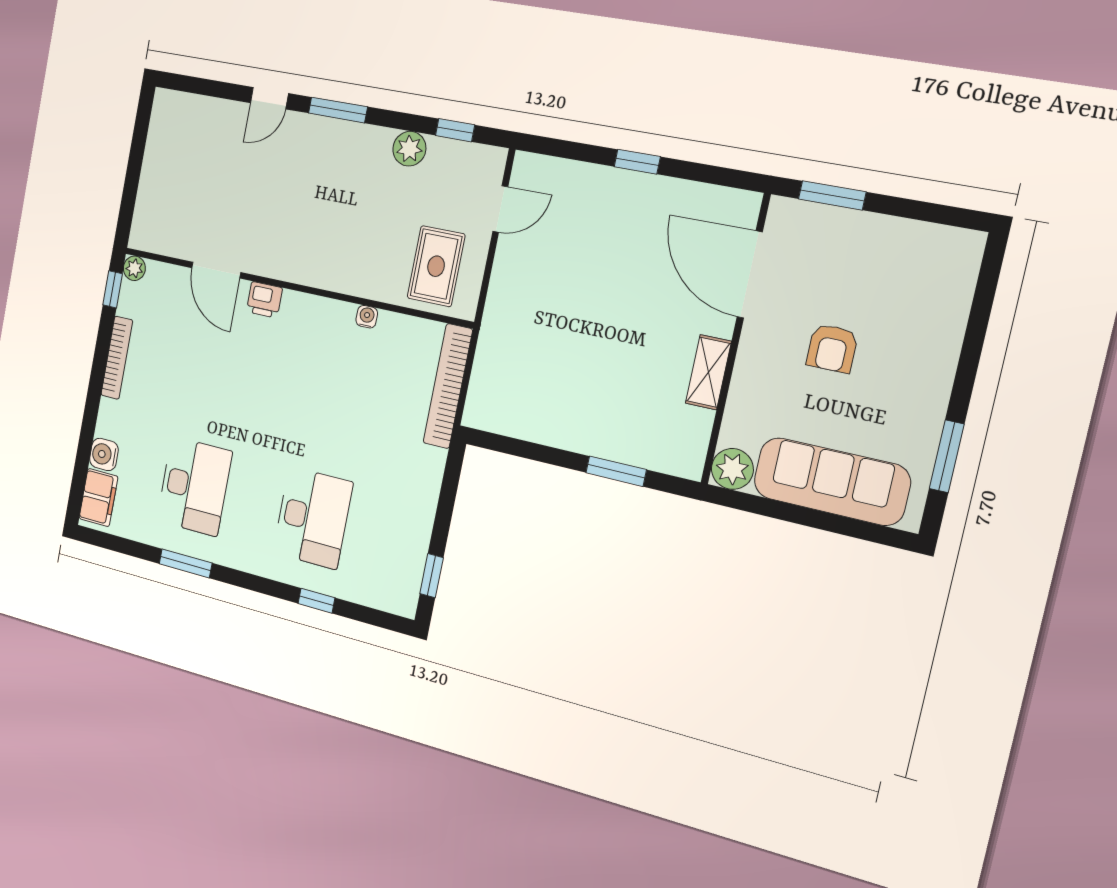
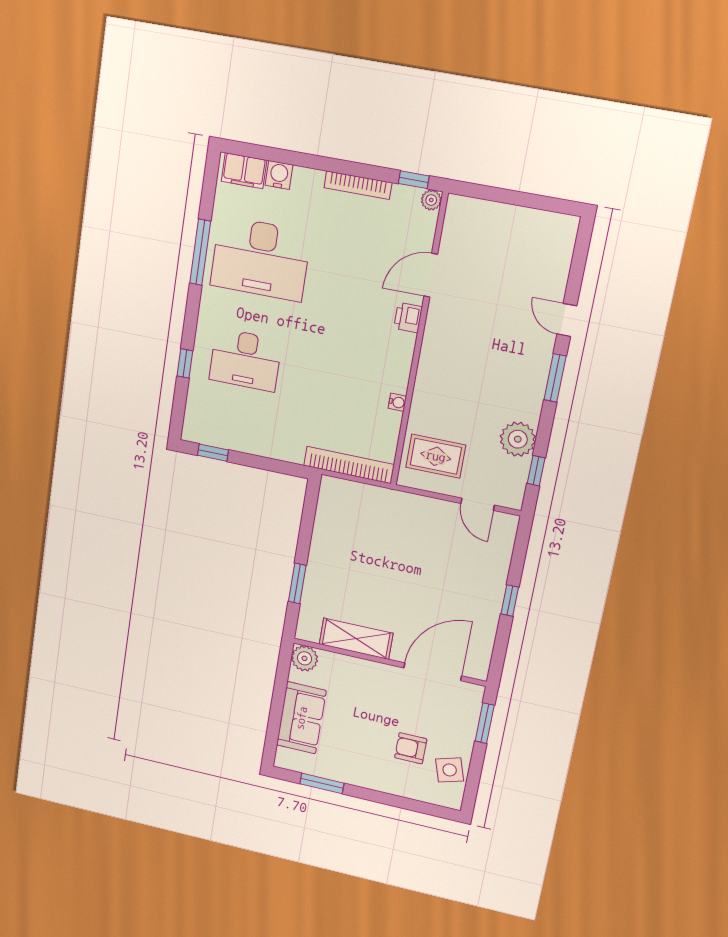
plant: (409, 149) -> (518, 439), width x1.36, depth x1.36
side table: (915, 250) -> (450, 770), added
armchair: (832, 348) -> (411, 748), moved
shelving: (708, 372) -> (356, 639), width x1.50, depth x1.33
sofa: (831, 481) -> (301, 718), width x0.73
desk: (194, 486) -> (260, 259), width x1.36, depth x1.30
window: (186, 563) -> (200, 252), width x1.44

